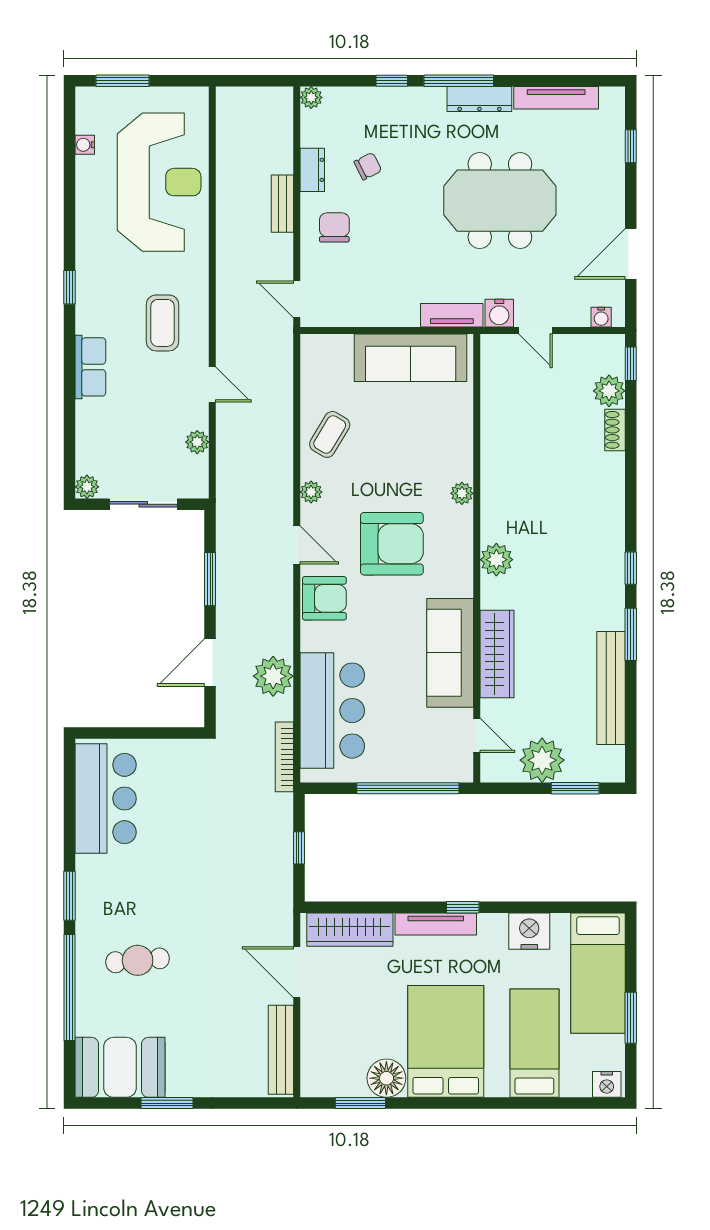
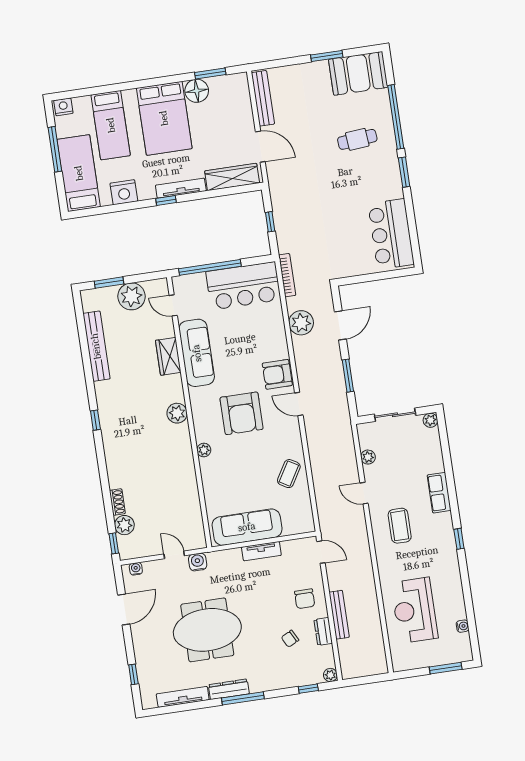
window: (392, 81) -> (308, 689), moved
reception desk: (159, 182) -> (414, 610), width x0.74, depth x0.77
bench: (282, 204) -> (339, 615), width x1.36
tv unit: (452, 315) -> (261, 551), moved
plant: (311, 492) -> (295, 437), removed
armchair: (392, 544) -> (242, 413), turned -90
window: (631, 634) -> (89, 380), removed
wardrobe: (497, 654) -> (168, 356), width x0.67
bar counter: (332, 711) -> (243, 286), moved, turned -90
window: (631, 1018) -> (55, 149), width x1.44

